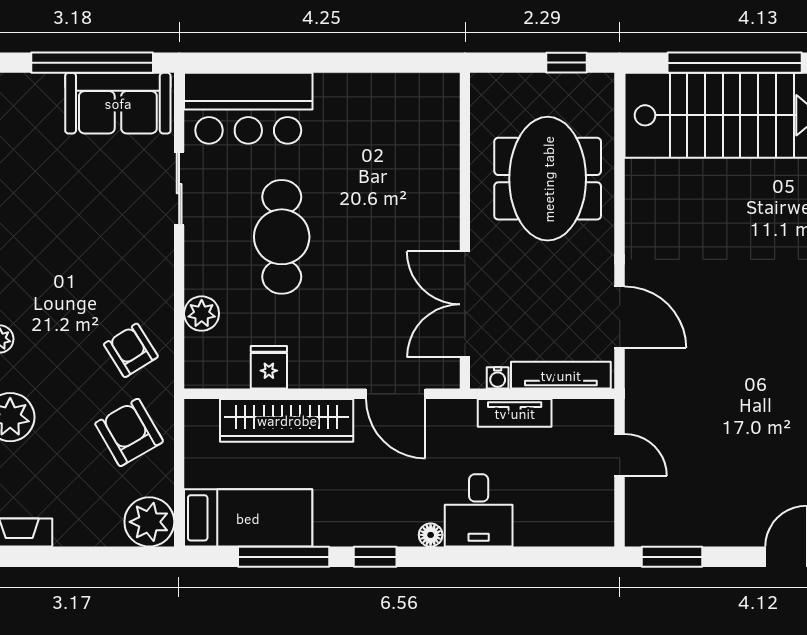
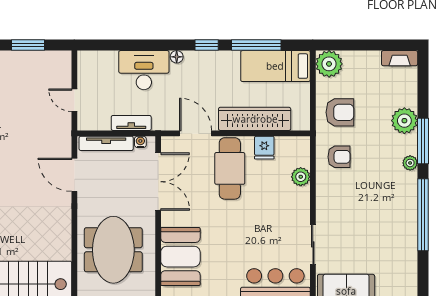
booth: (424, 166) -> (180, 257), added
cafe table: (282, 237) -> (230, 168), moved
armchair: (131, 350) -> (339, 157), turned -58
armchair: (129, 432) -> (340, 112), turned -60
desk: (479, 510) -> (144, 70), width x1.37
window: (672, 557) -> (28, 45), moved

